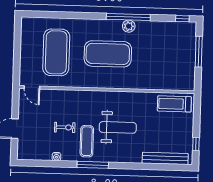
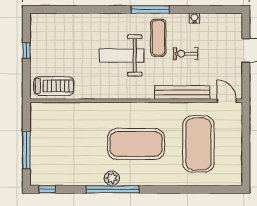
window: (196, 144) -> (26, 50), moved
bench: (165, 158) -> (182, 93), moved

